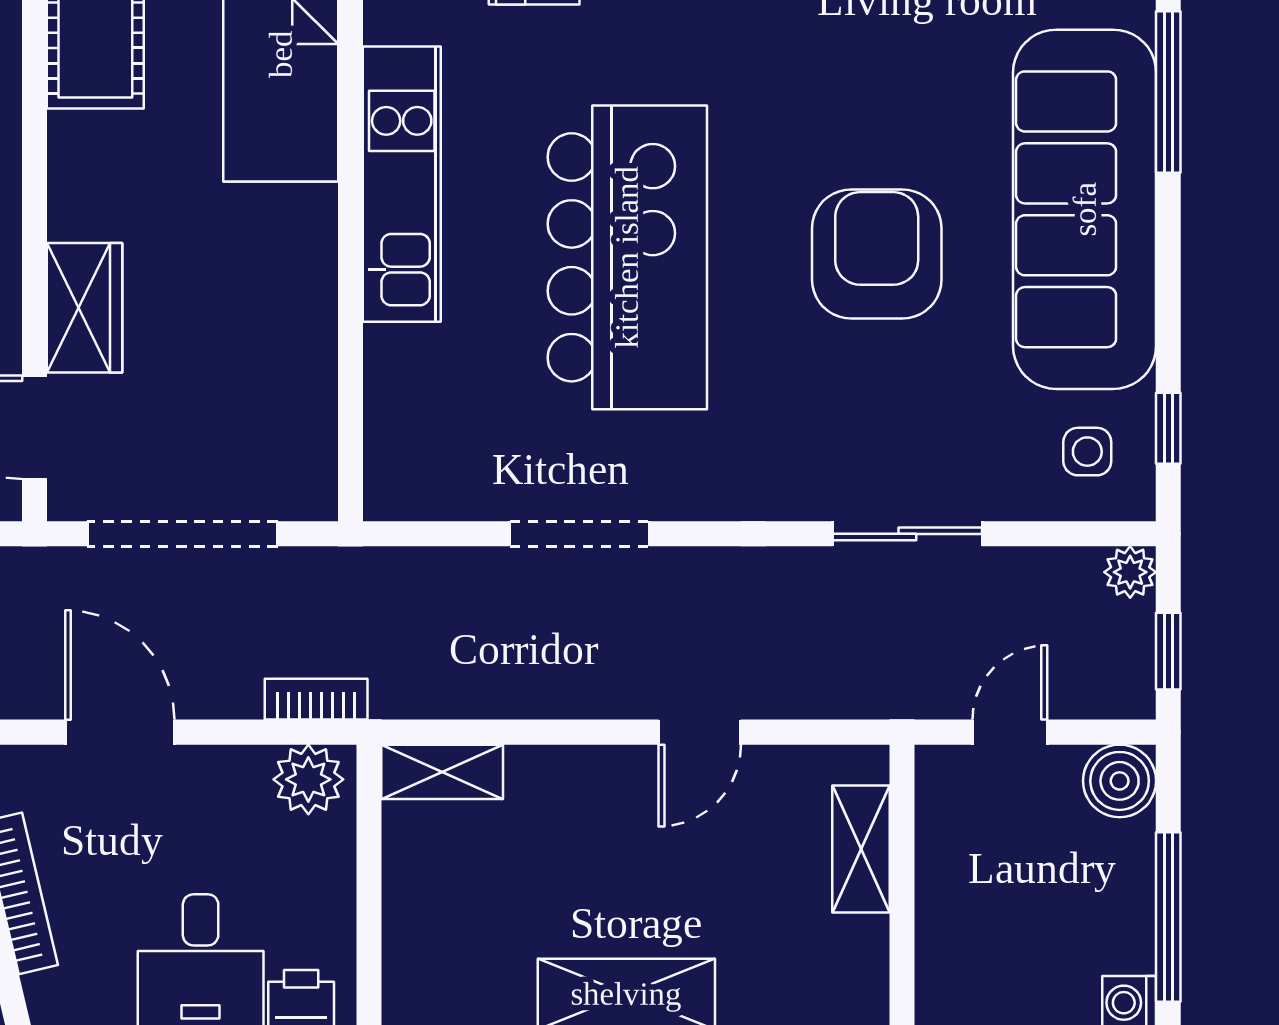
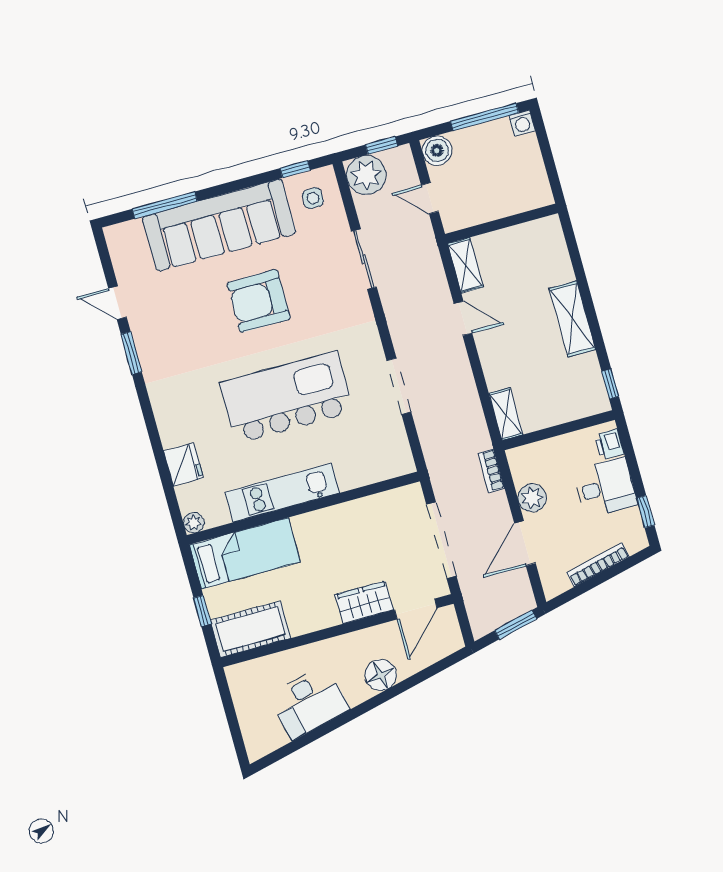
plant: (1130, 572) -> (366, 175), width x1.88, depth x1.88
plant: (308, 779) -> (532, 498), moved
shelving: (861, 849) -> (465, 265), moved, turned 90

